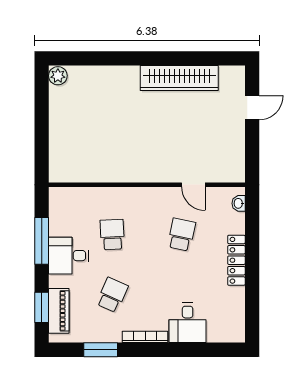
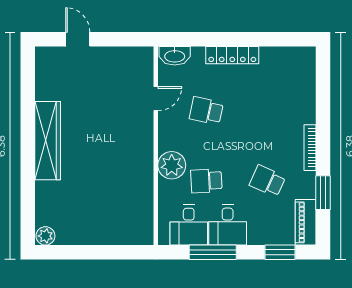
wardrobe: (179, 78) -> (48, 141), moved
plant: (128, 200) -> (172, 165), added
washbasin: (239, 203) -> (175, 56), width x1.91, depth x1.45
piano: (59, 311) -> (306, 222), moved, turned -90
desk: (188, 323) -> (189, 225), moved, turned 90

